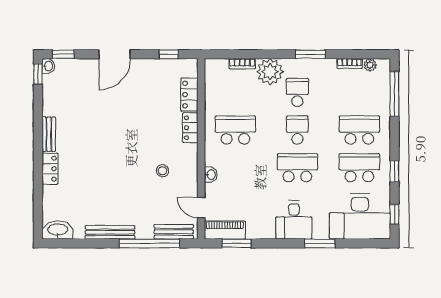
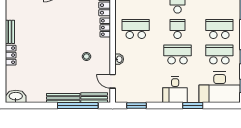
piano: (225, 230) -> (129, 97), removed
bench: (110, 232) -> (63, 98), moved

